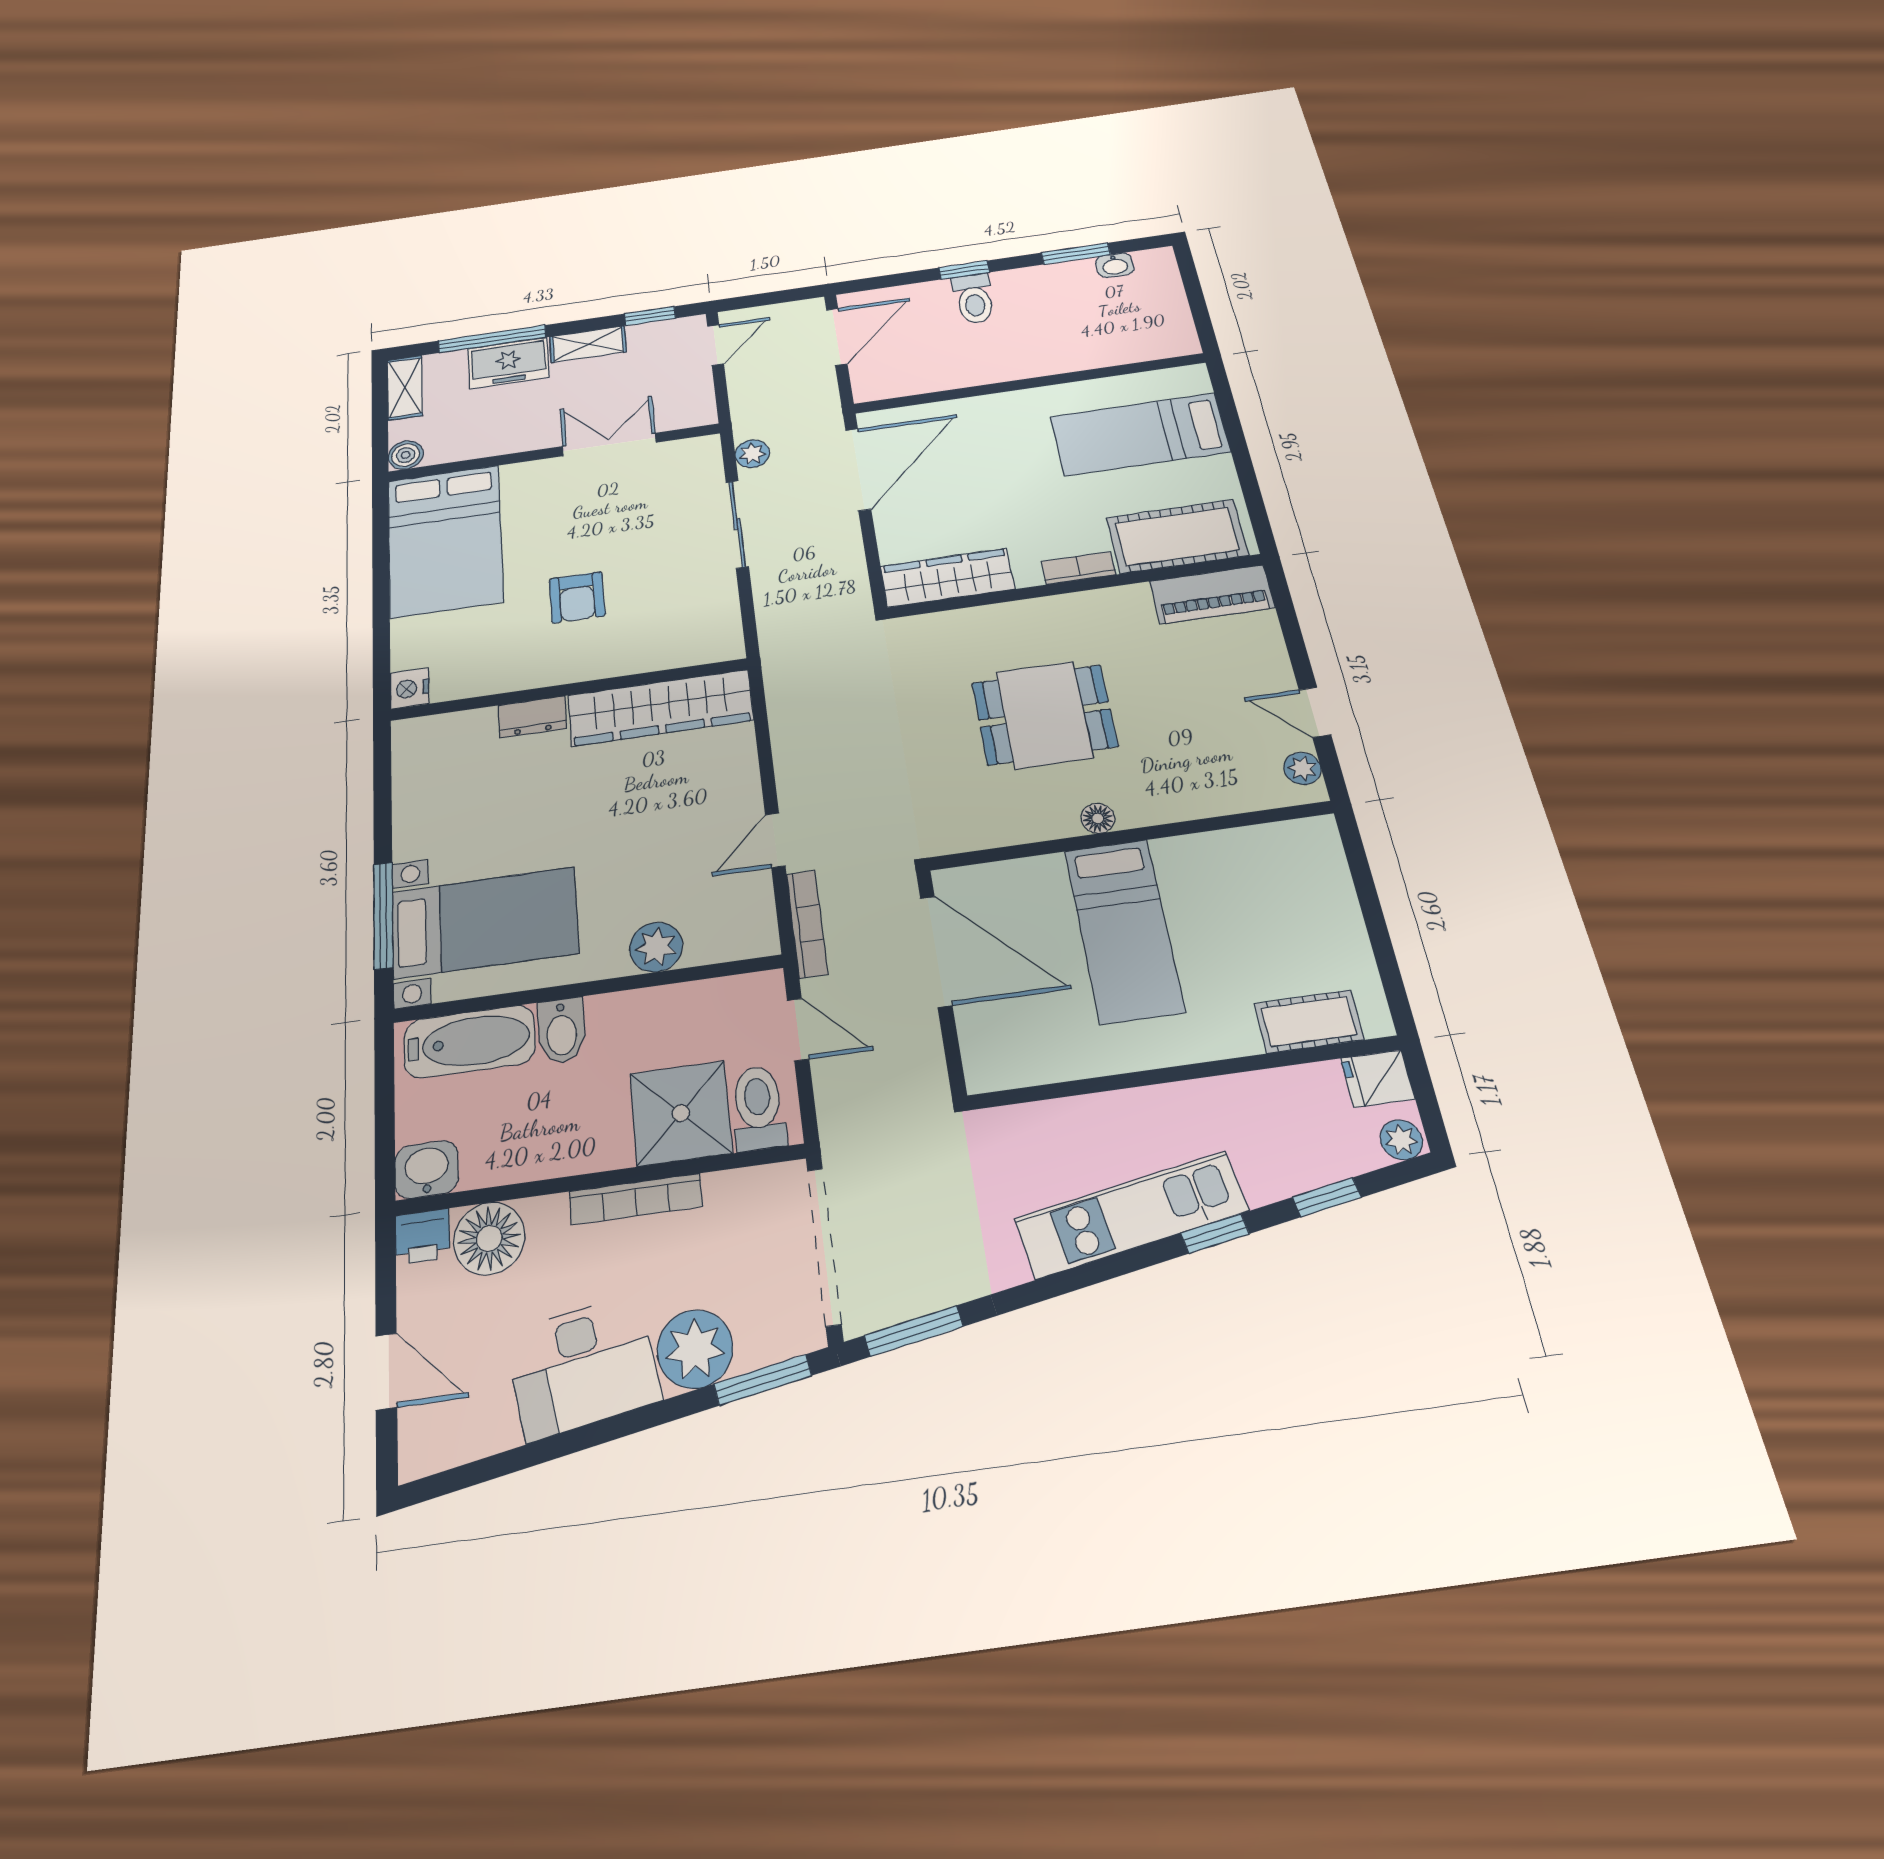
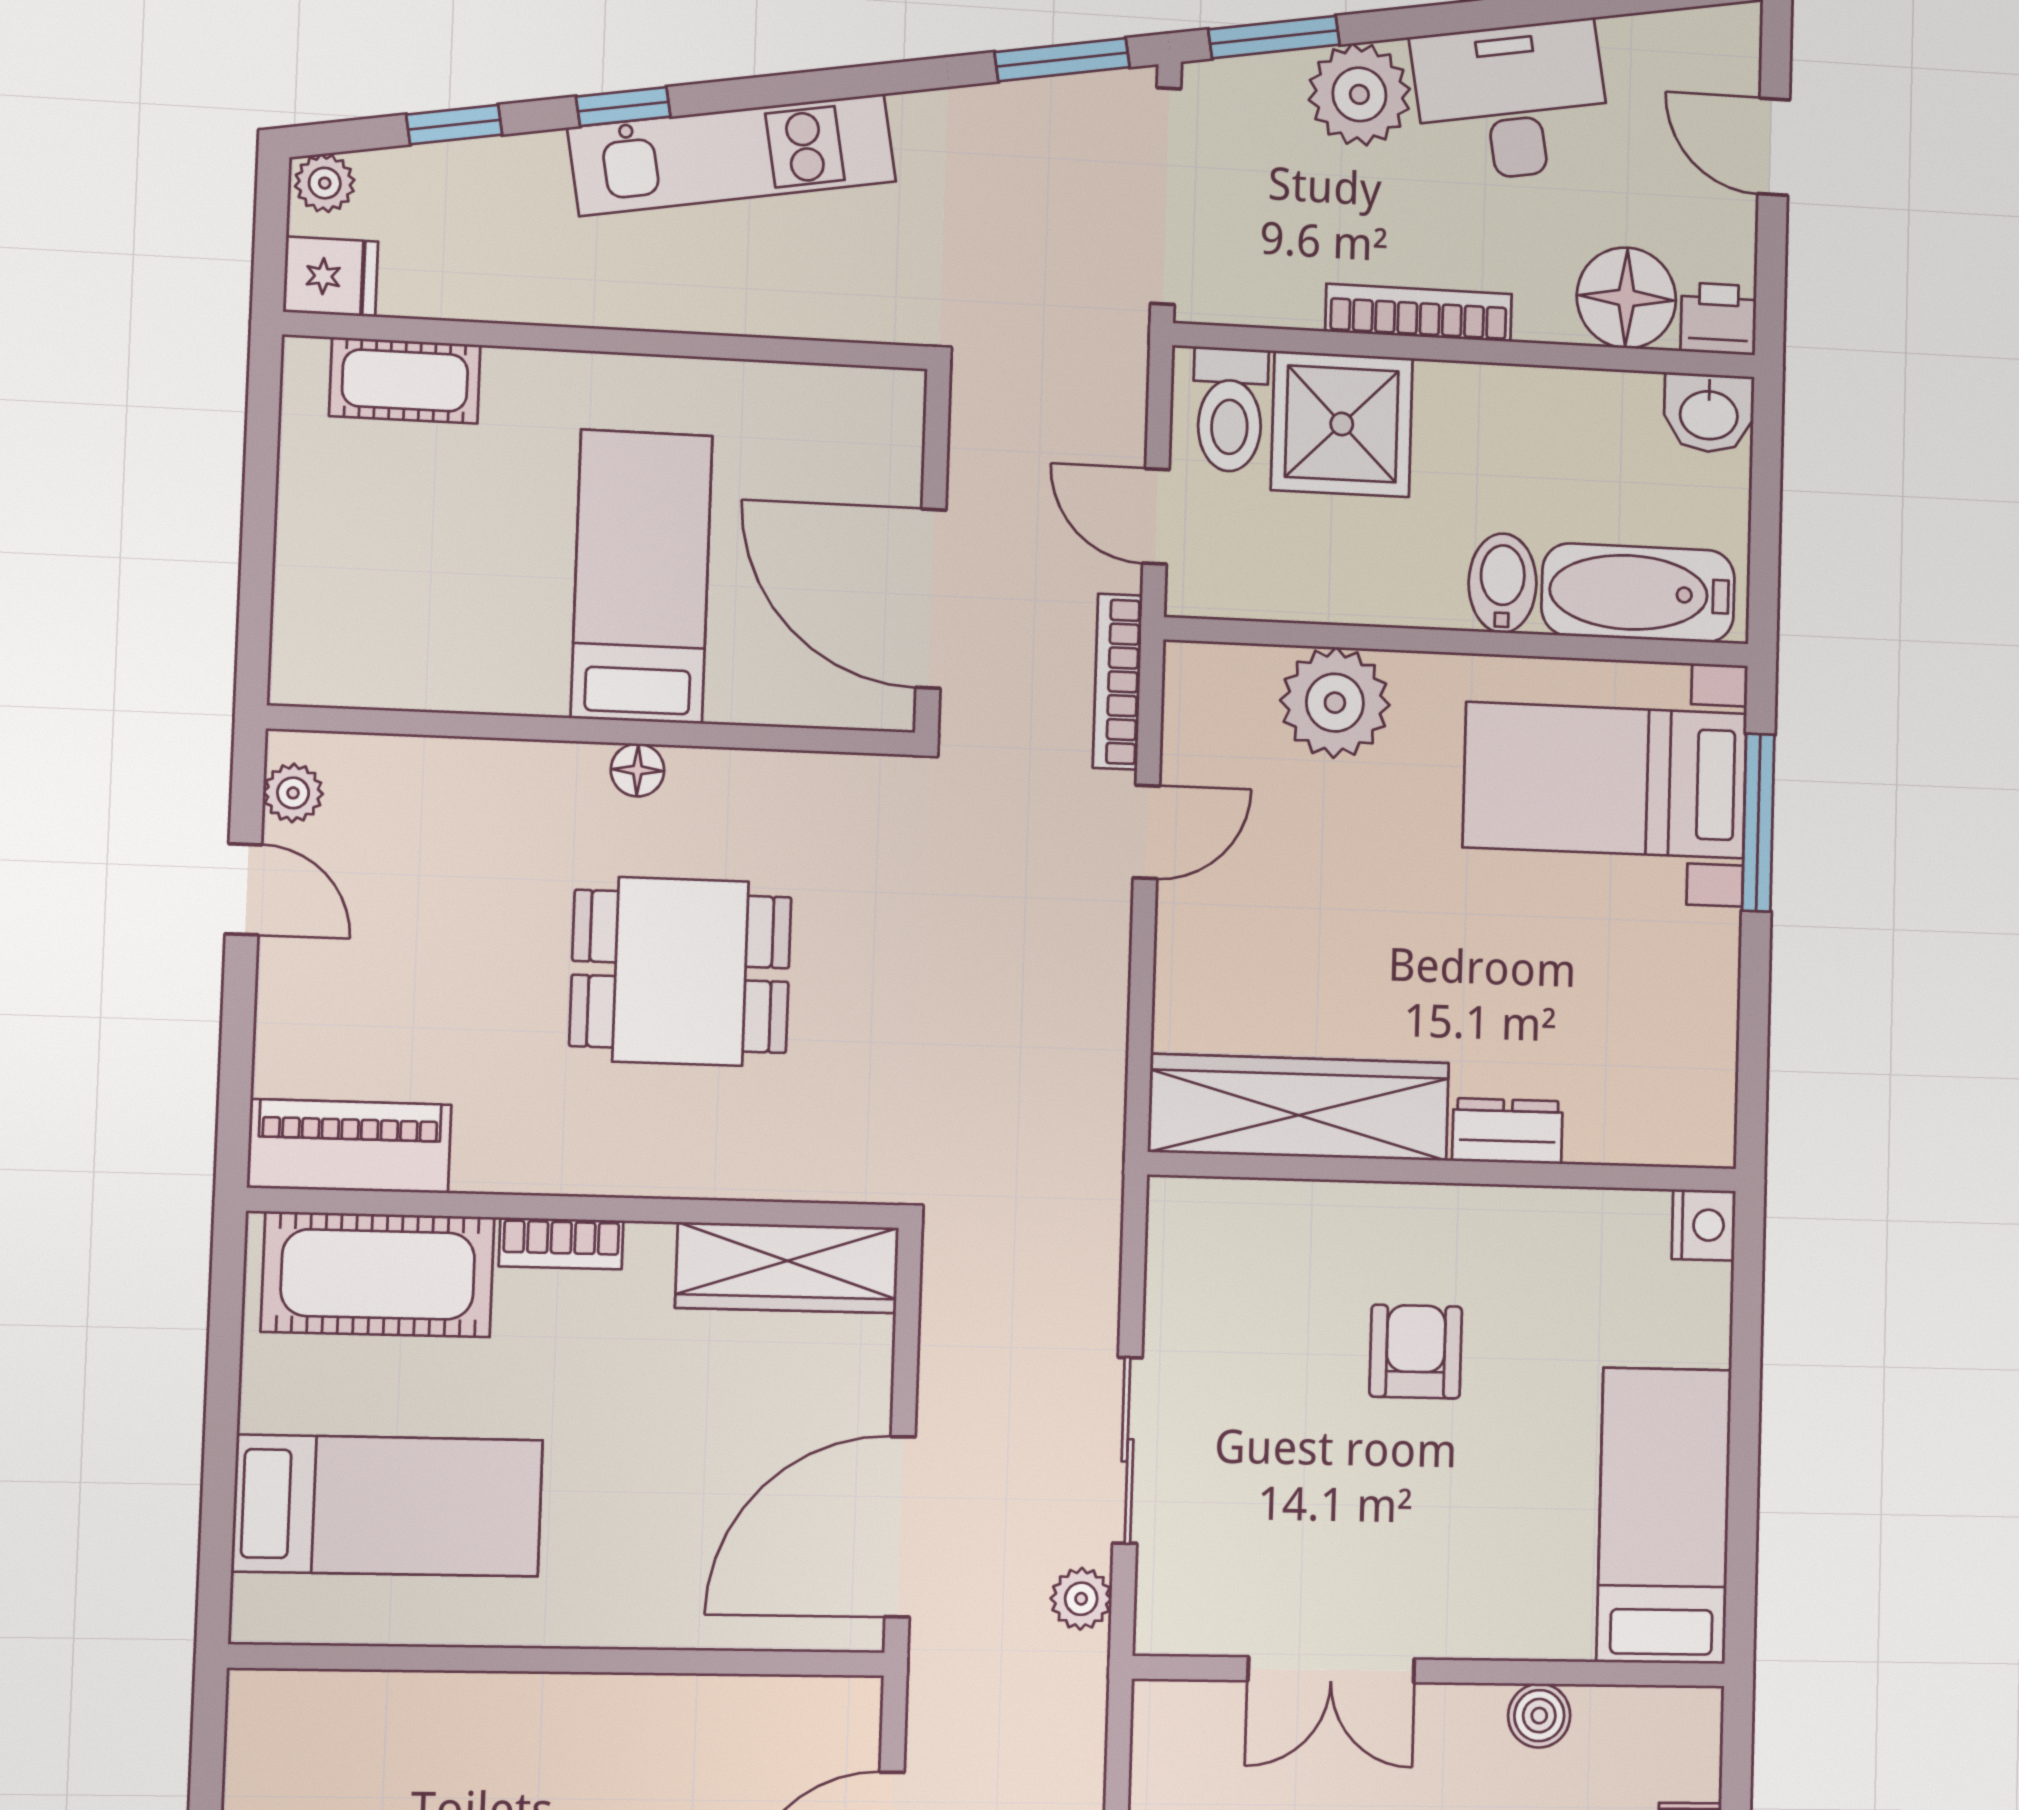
boiler: (406, 455) -> (1539, 1716), moved
bed: (445, 540) -> (1664, 1516), width x0.67
plant: (656, 947) -> (1335, 703), width x1.36, depth x1.36

